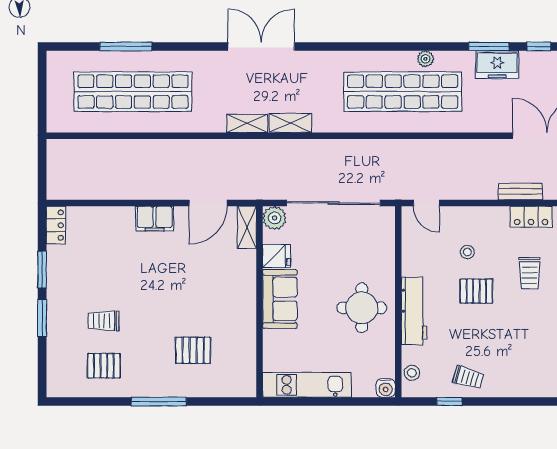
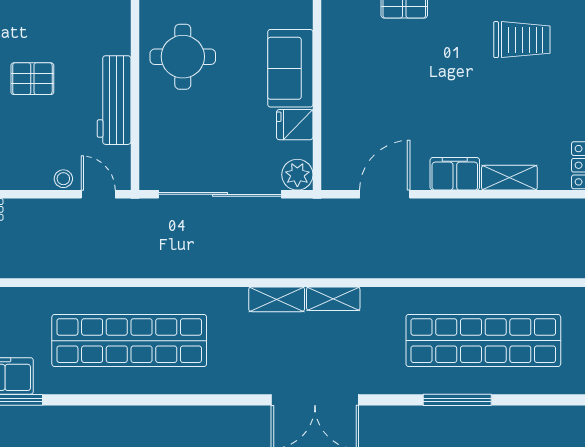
window: (126, 46) -> (457, 400), moved
plant: (425, 59) -> (99, 384), removed
shelving: (247, 227) -> (509, 178), moved, turned 90
stool: (467, 252) -> (63, 179), moved
workbench: (414, 311) -> (114, 100), moved
trolley: (104, 321) -> (522, 40), width x1.36, depth x1.39

